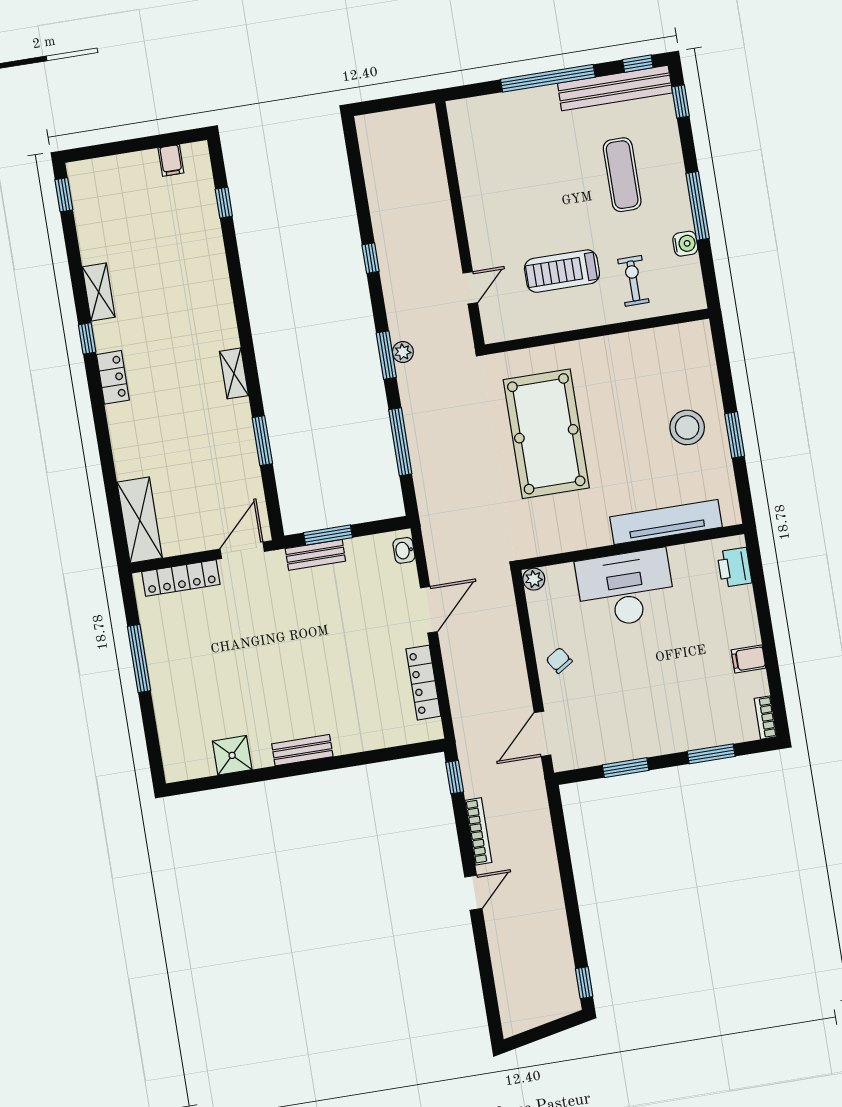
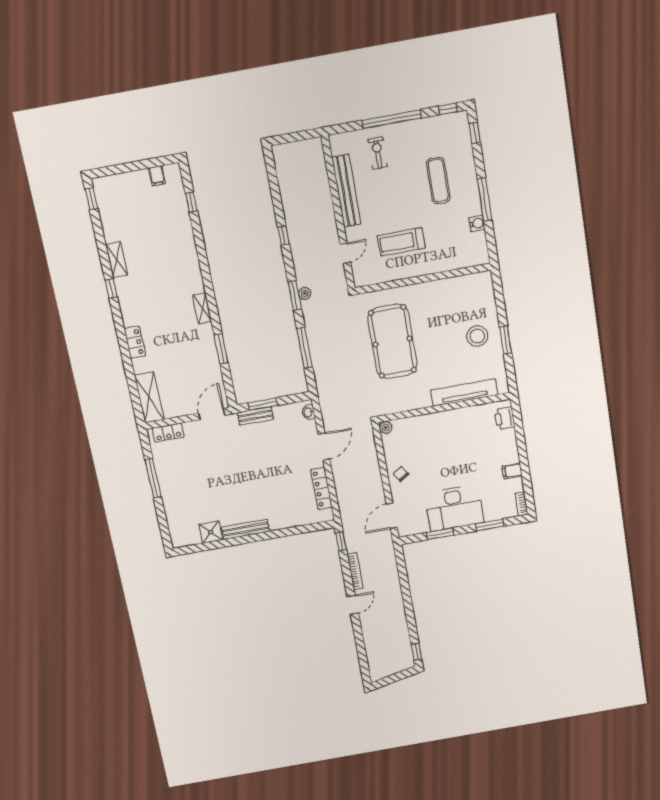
bench: (615, 88) -> (346, 191), moved, turned 90
exercise bike: (633, 281) -> (378, 153), moved
locker: (113, 377) -> (135, 342), moved
locker: (181, 578) -> (168, 432), width x0.66
desk: (626, 588) -> (454, 508), moved, turned 180
bench: (302, 750) -> (245, 529), width x1.36

